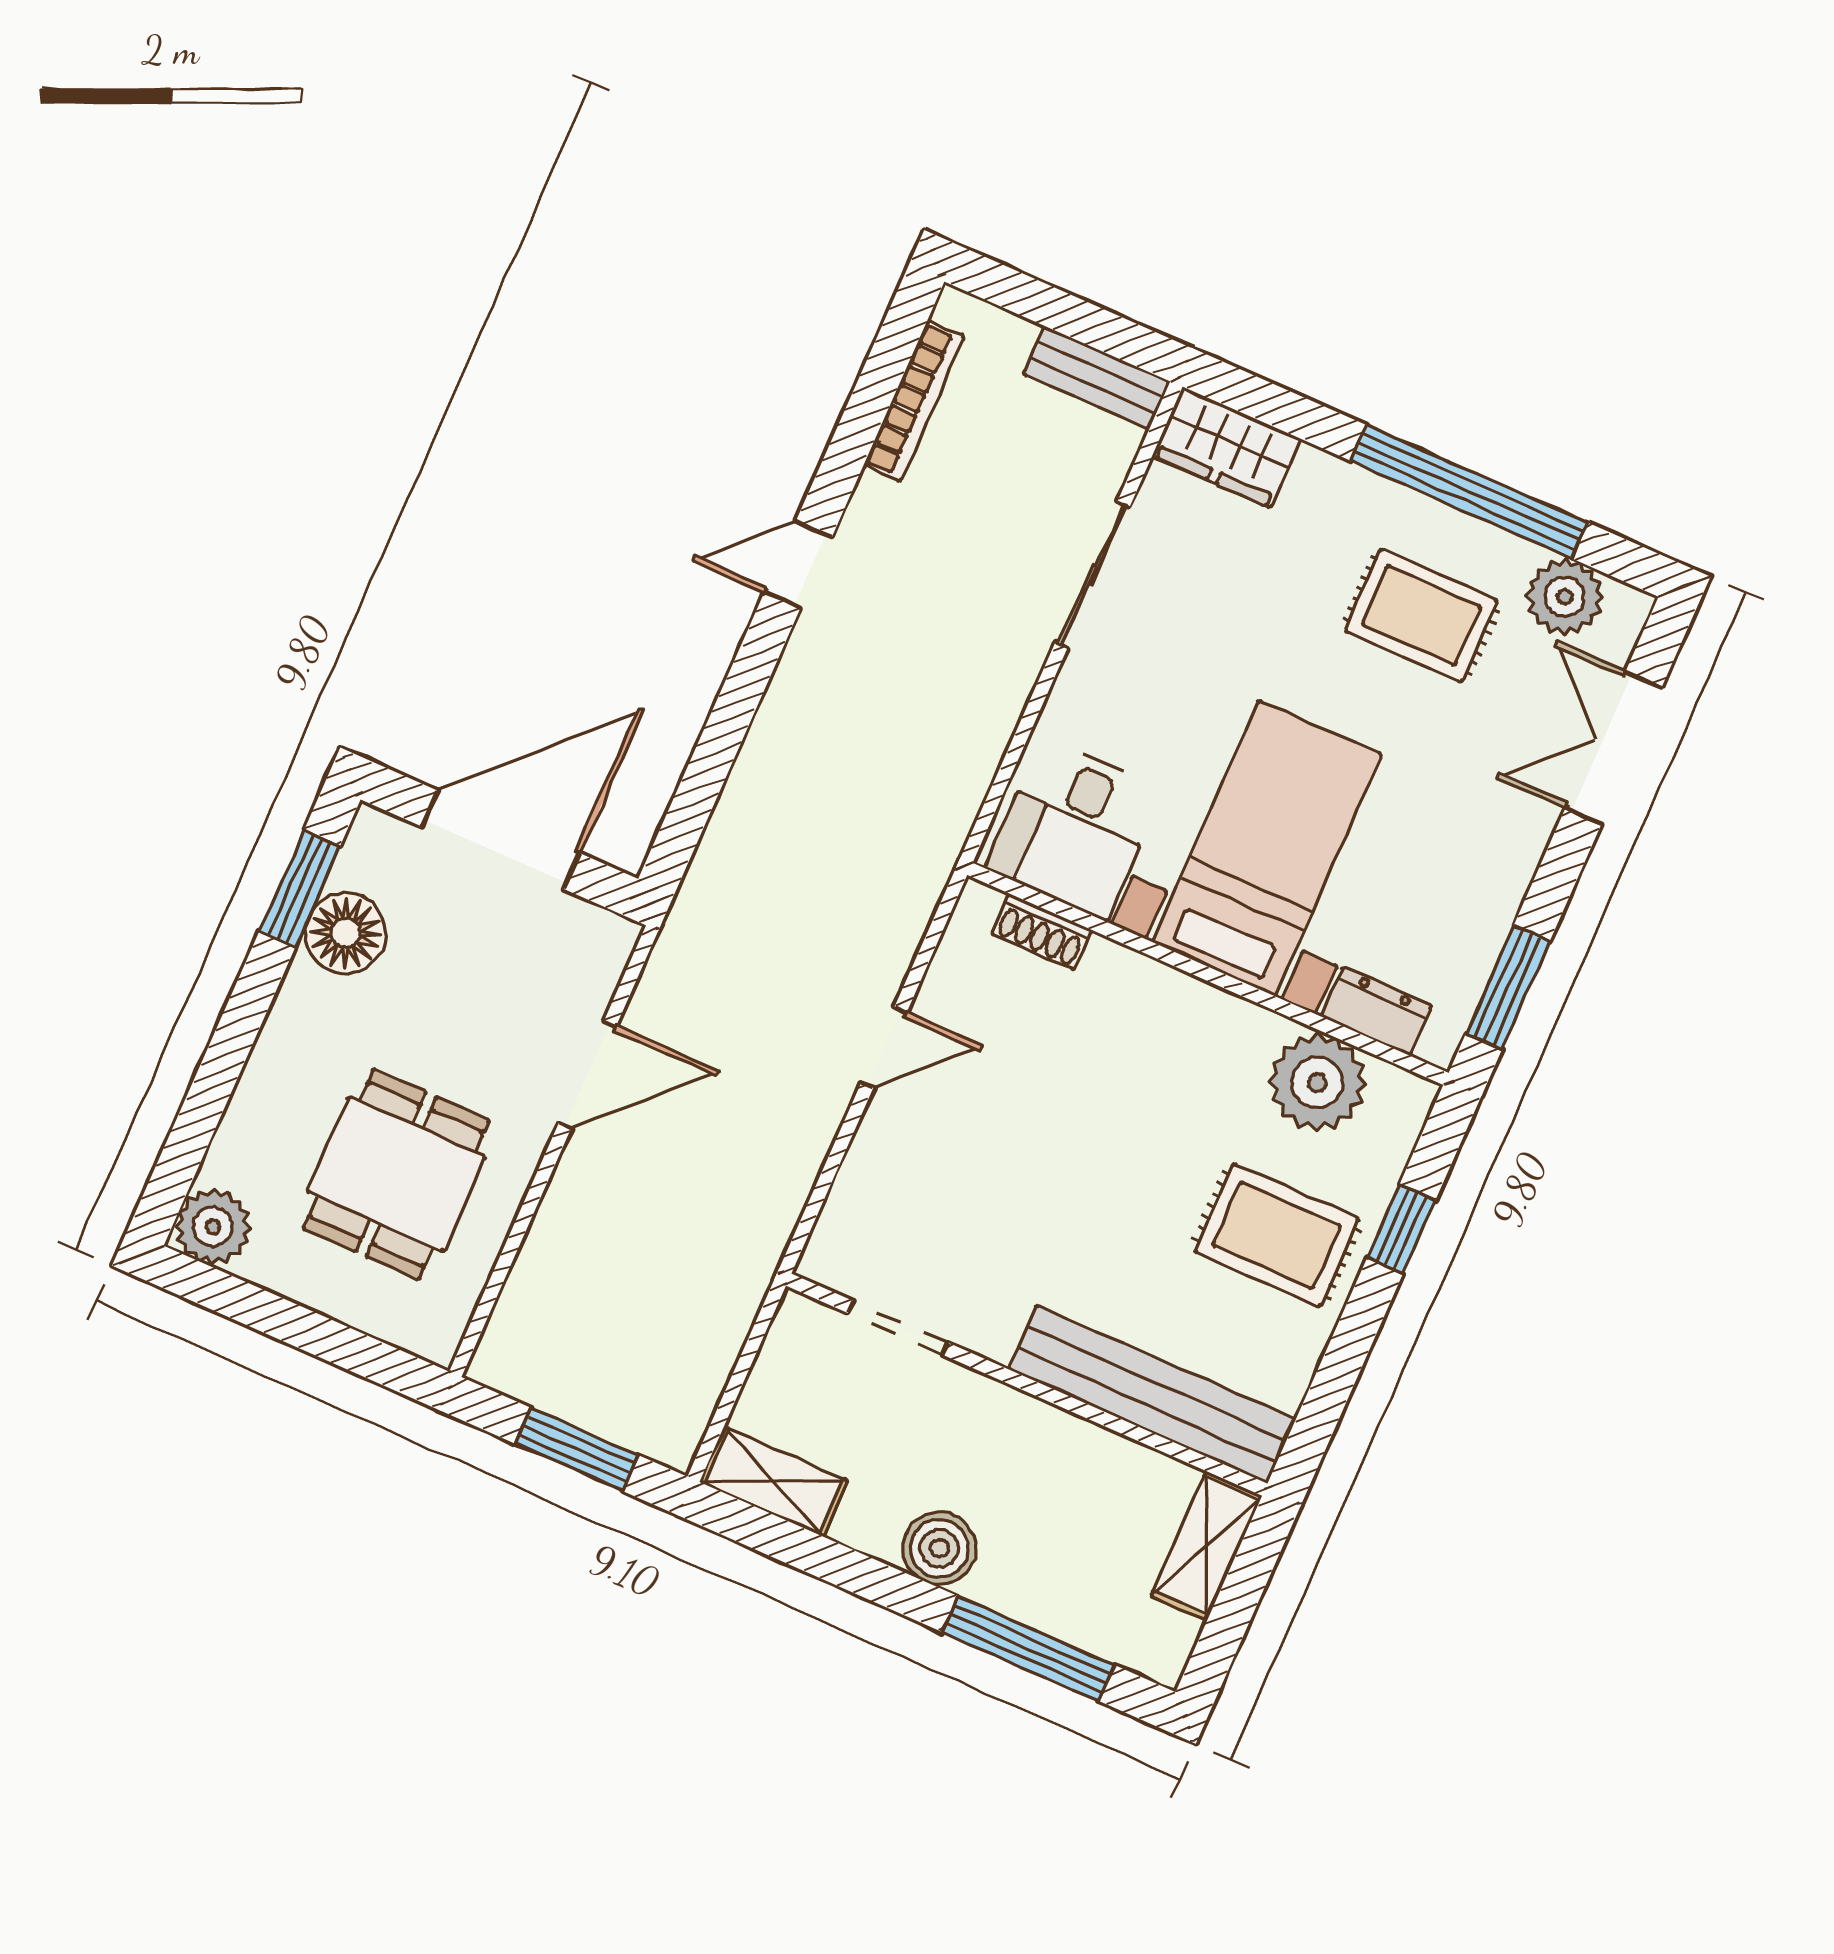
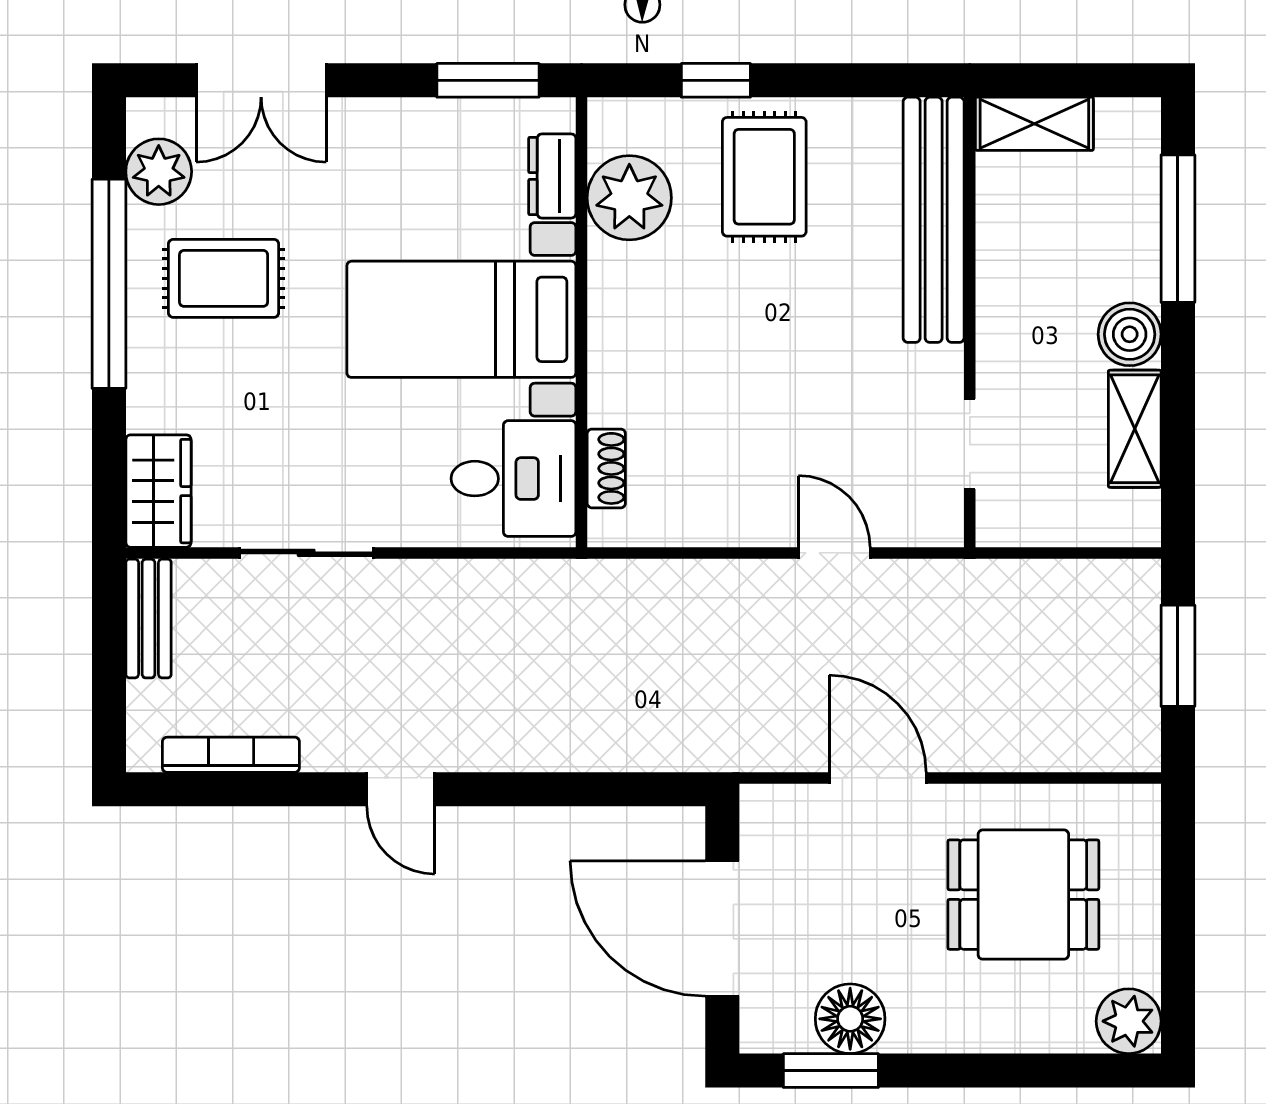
rug: (1421, 616) -> (224, 278), turned 90
door: (884, 1047) -> (834, 553), moved
shelving: (774, 1482) -> (1135, 429), moved

